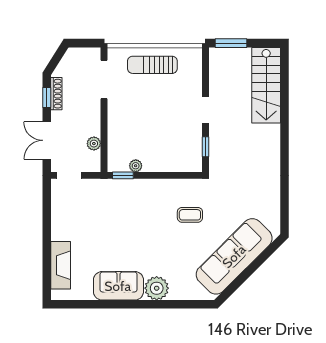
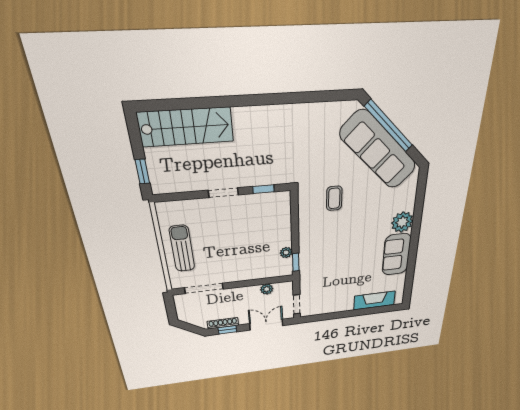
window: (231, 43) -> (142, 171), width x0.67
sun lounger: (152, 65) -> (182, 249), turned 180
double door: (47, 140) -> (266, 325), swing flipped
window: (256, 265) -> (389, 126), added

